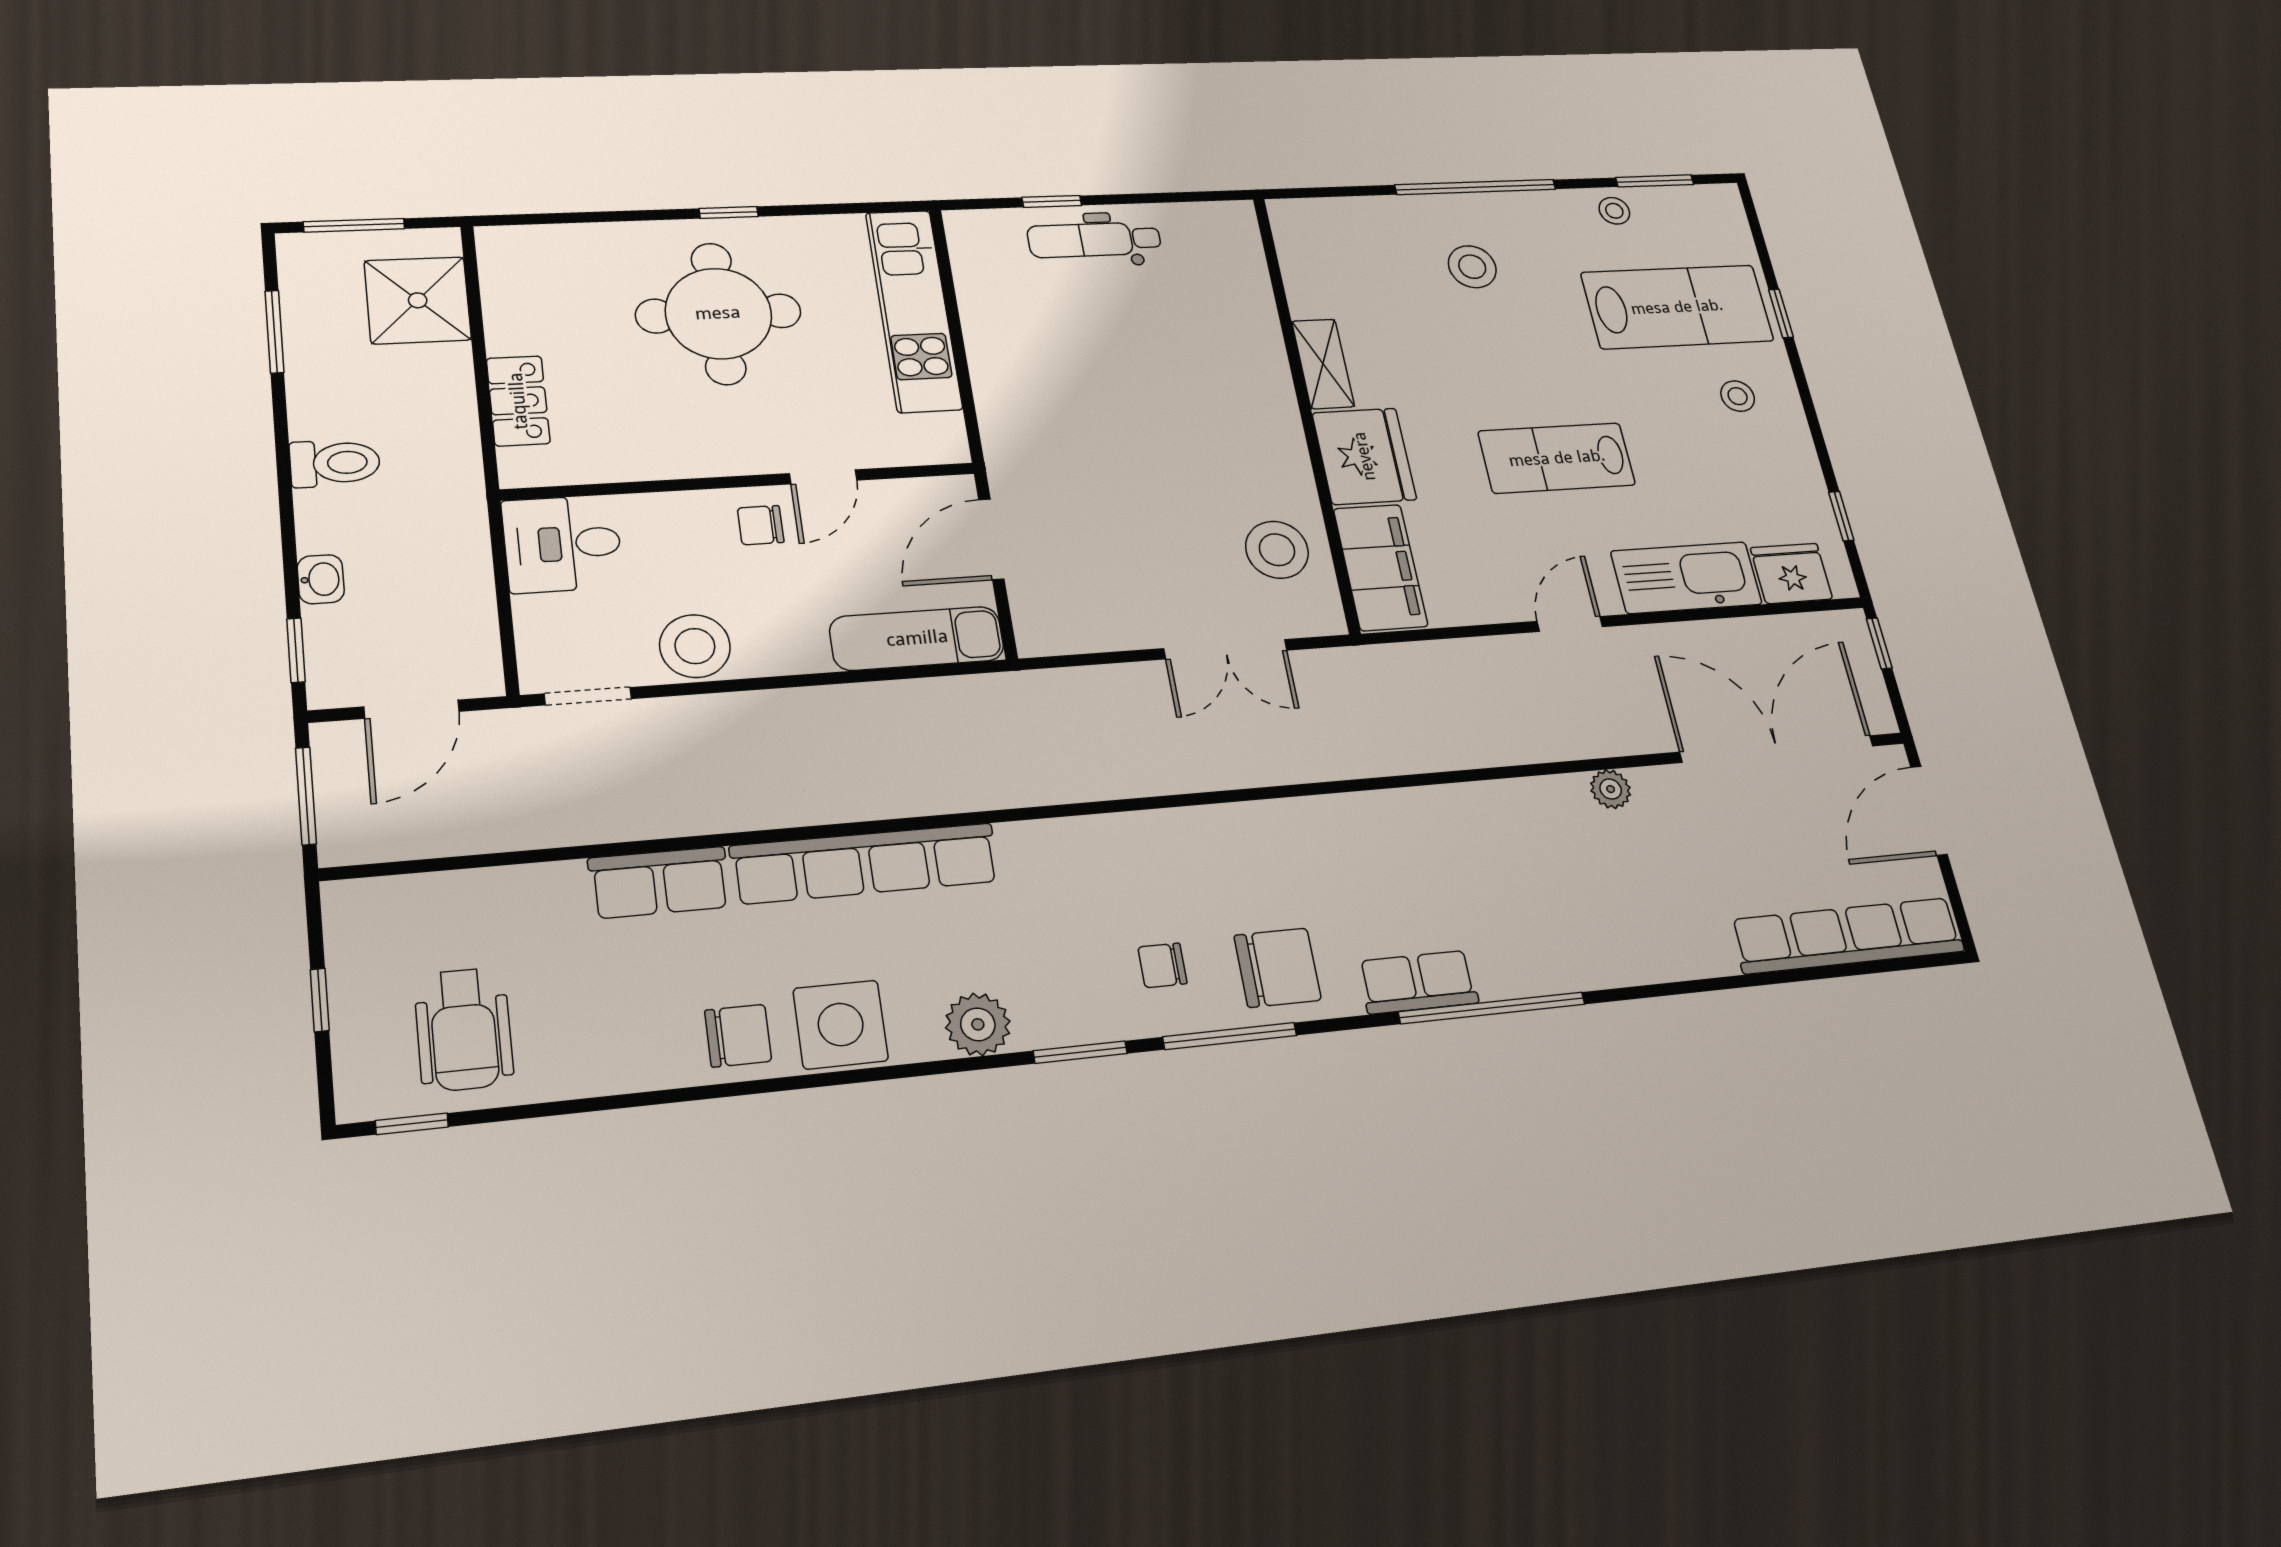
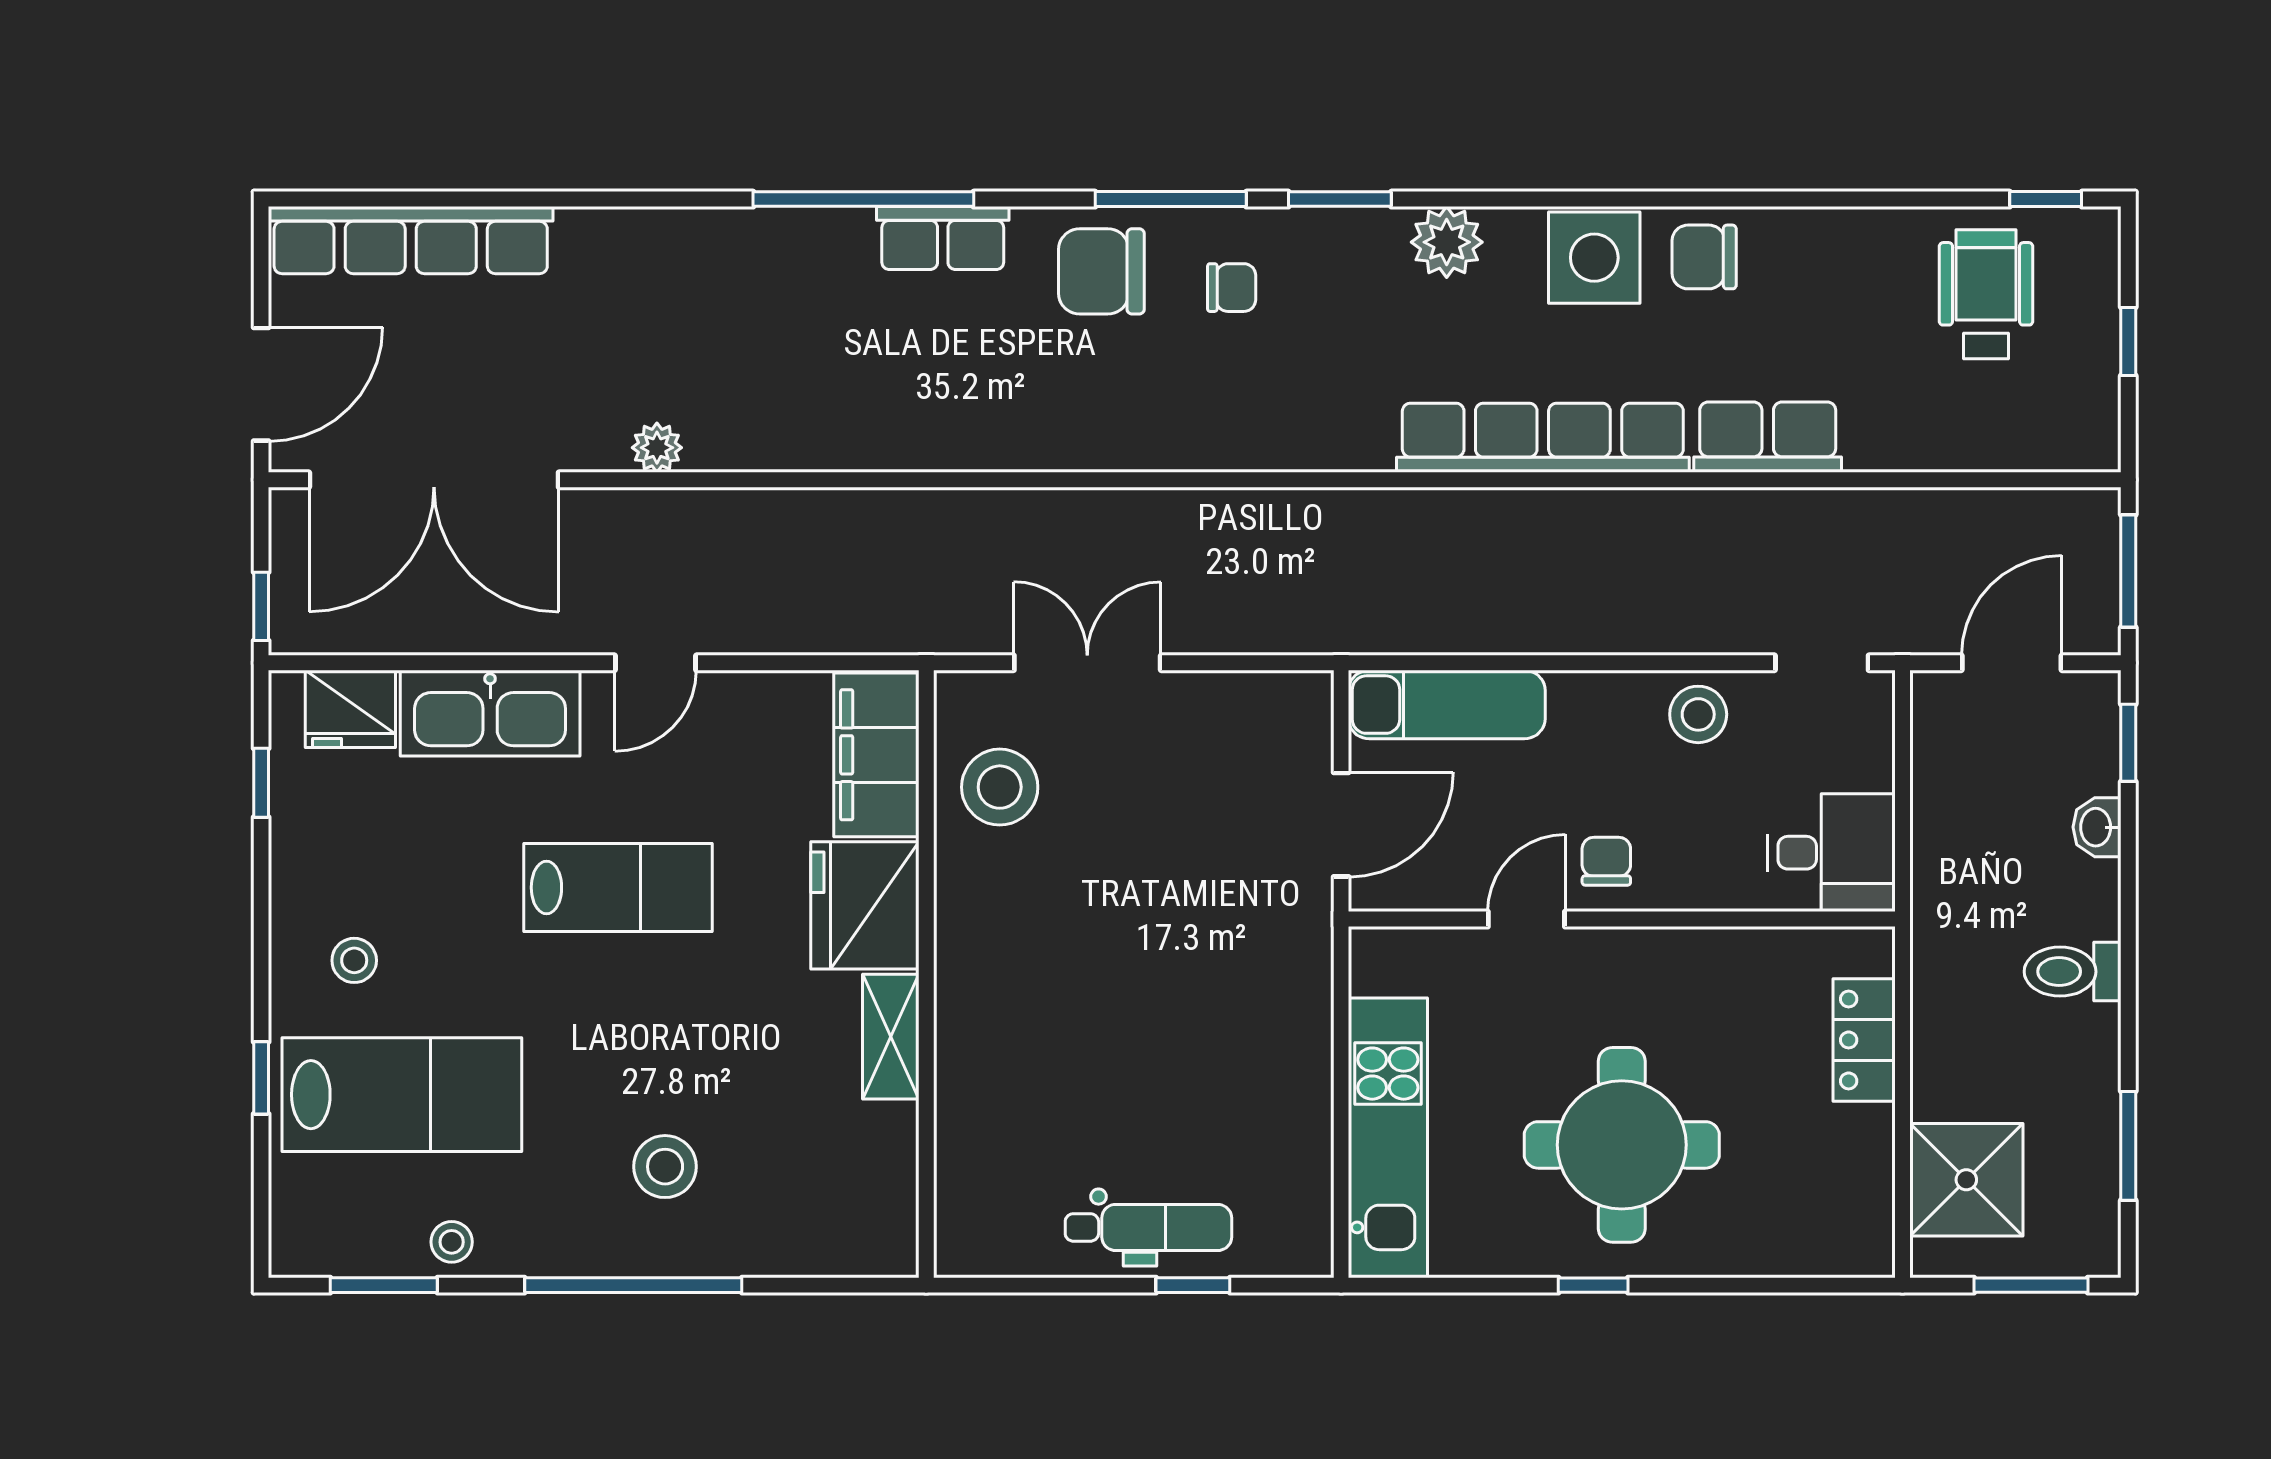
lab bench: (1677, 307) -> (402, 1095), turned 180
chair: (761, 525) -> (1606, 861), turned -90
stool: (695, 646) -> (1698, 714), width x0.73, depth x0.73

